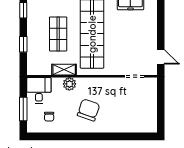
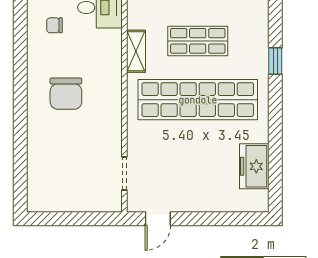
plant: (69, 84) -> (111, 61), removed
chair: (89, 110) -> (66, 94), turned 71

